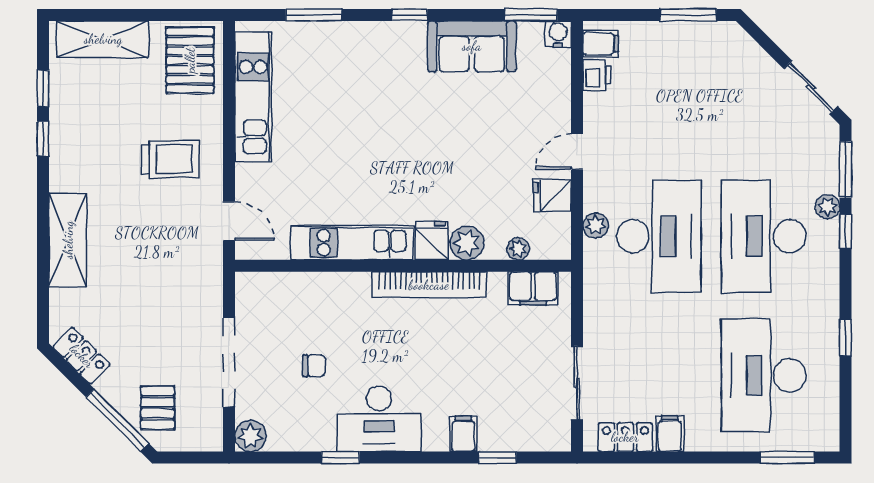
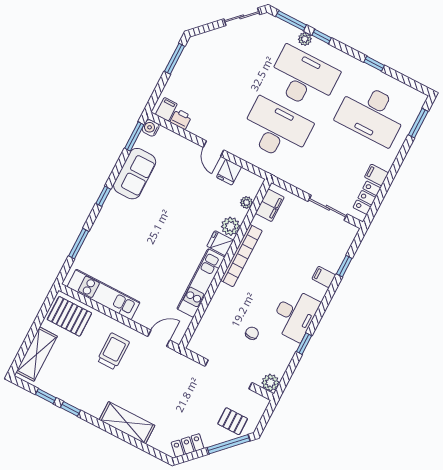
plant: (596, 225) -> (255, 158), removed
desk: (764, 236) -> (303, 78), turned 180

